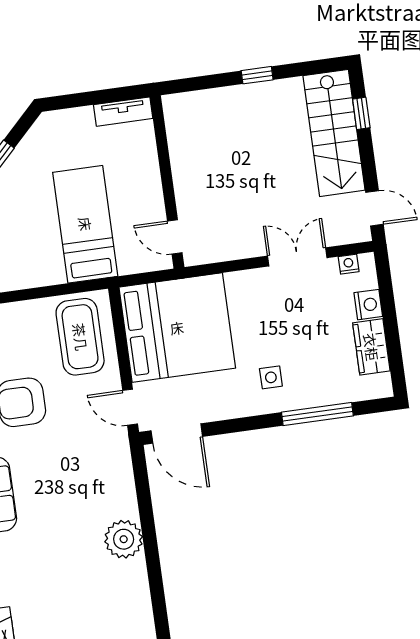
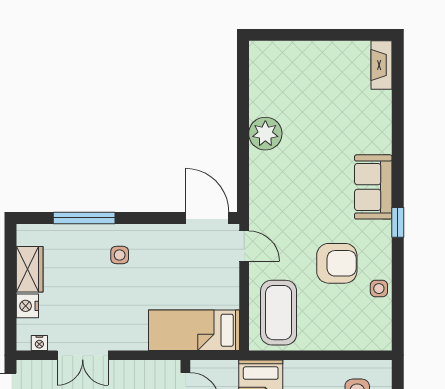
bed: (177, 328) -> (194, 330), width x0.49

